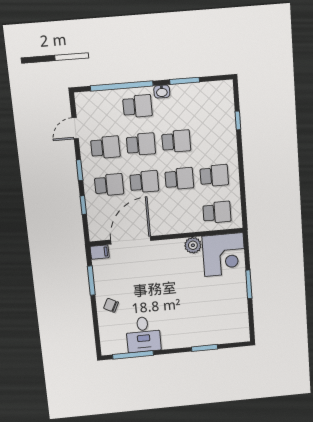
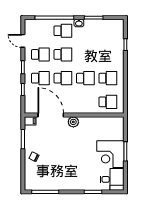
door: (75, 128) -> (23, 41), hinge flipped
school desk: (176, 141) -> (85, 54), removed
door: (131, 240) -> (51, 115), hinge flipped
plant: (193, 245) -> (73, 122), moved
corner desk: (224, 255) -> (110, 154), moved, turned 90
desk: (143, 334) -> (112, 179), moved, turned -90

